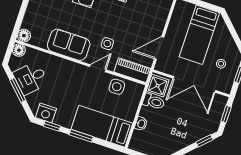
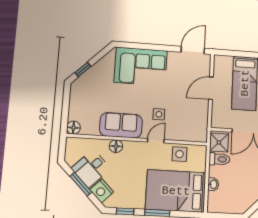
door: (159, 48) -> (211, 88), moved
floor lamp: (19, 50) -> (116, 146), moved
piano: (132, 70) -> (190, 134), removed
nightstand: (46, 113) -> (102, 191), moved, turned 45
bed: (102, 126) -> (176, 191), width x1.50

